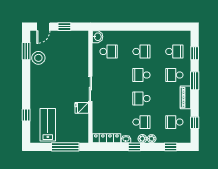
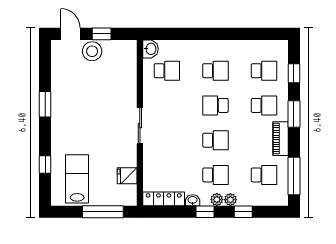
door: (43, 27) -> (71, 34), swing flipped
window: (26, 51) -> (45, 104), moved
stool: (38, 58) -> (92, 51), moved
school desk: (174, 75) -> (264, 105), turned 180
school desk: (141, 99) -> (215, 140), turned 180
fridge: (82, 108) -> (127, 176), moved
school desk: (174, 122) -> (264, 175), turned 180
window: (195, 123) -> (294, 176), width x2.17
window: (171, 147) -> (243, 212), moved

